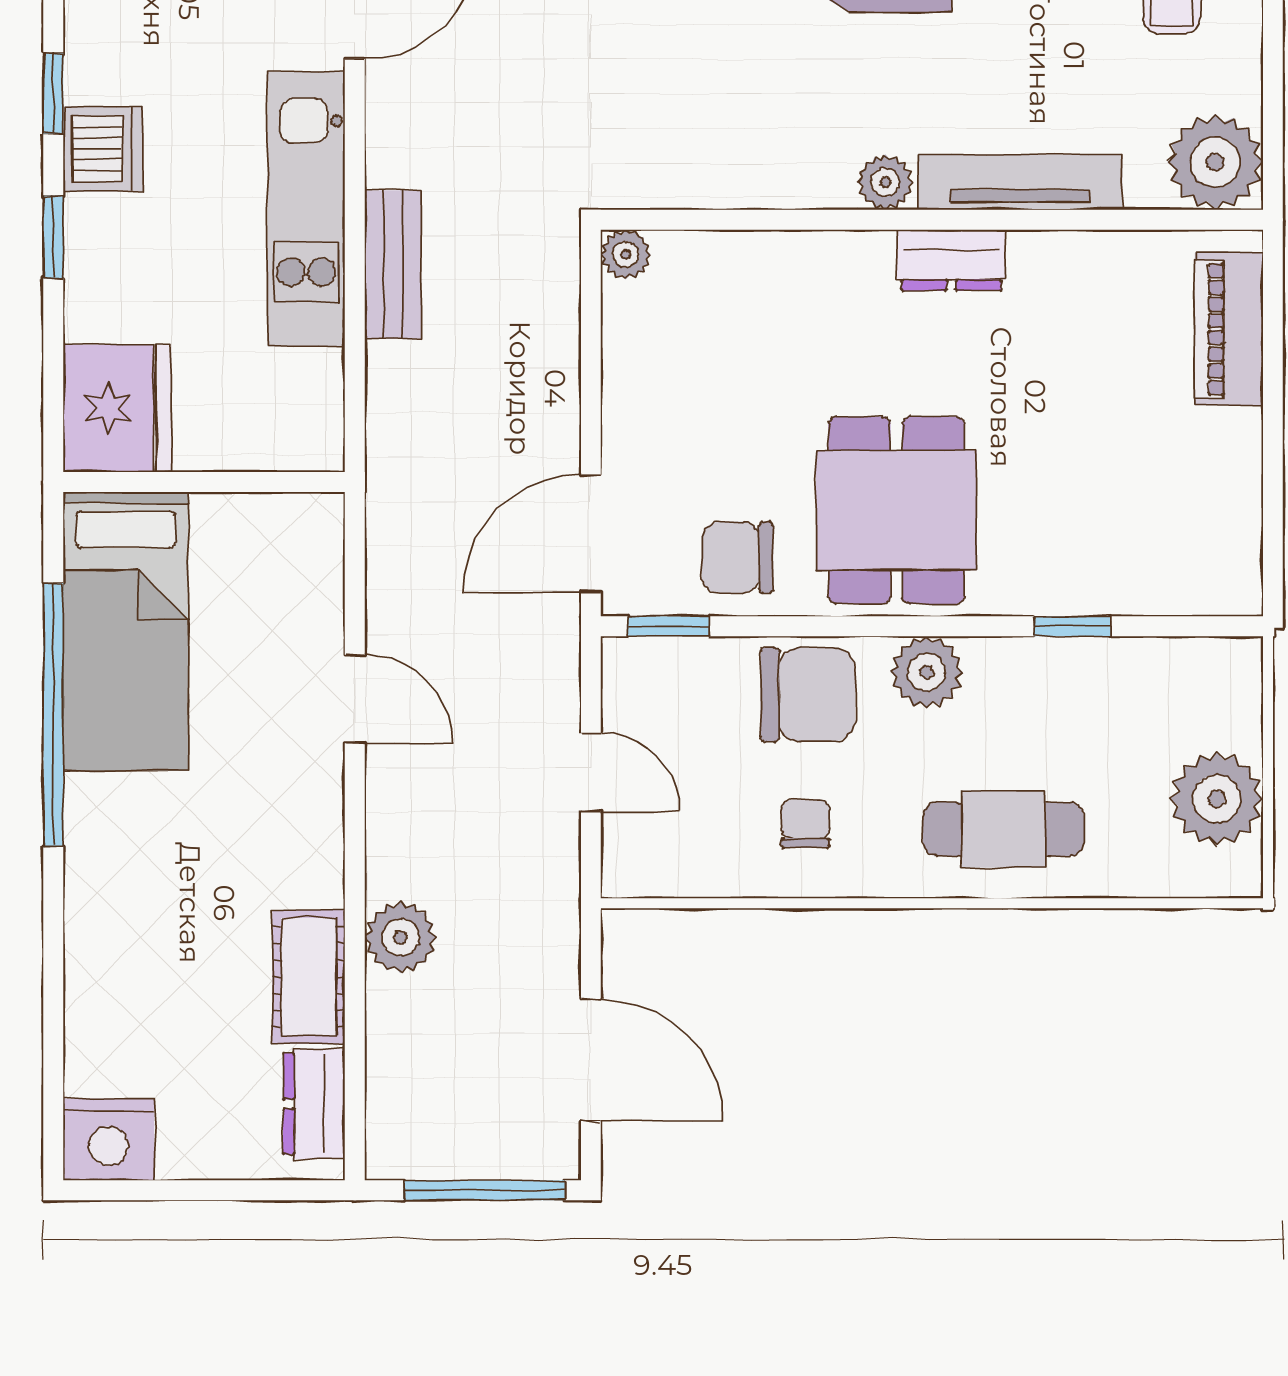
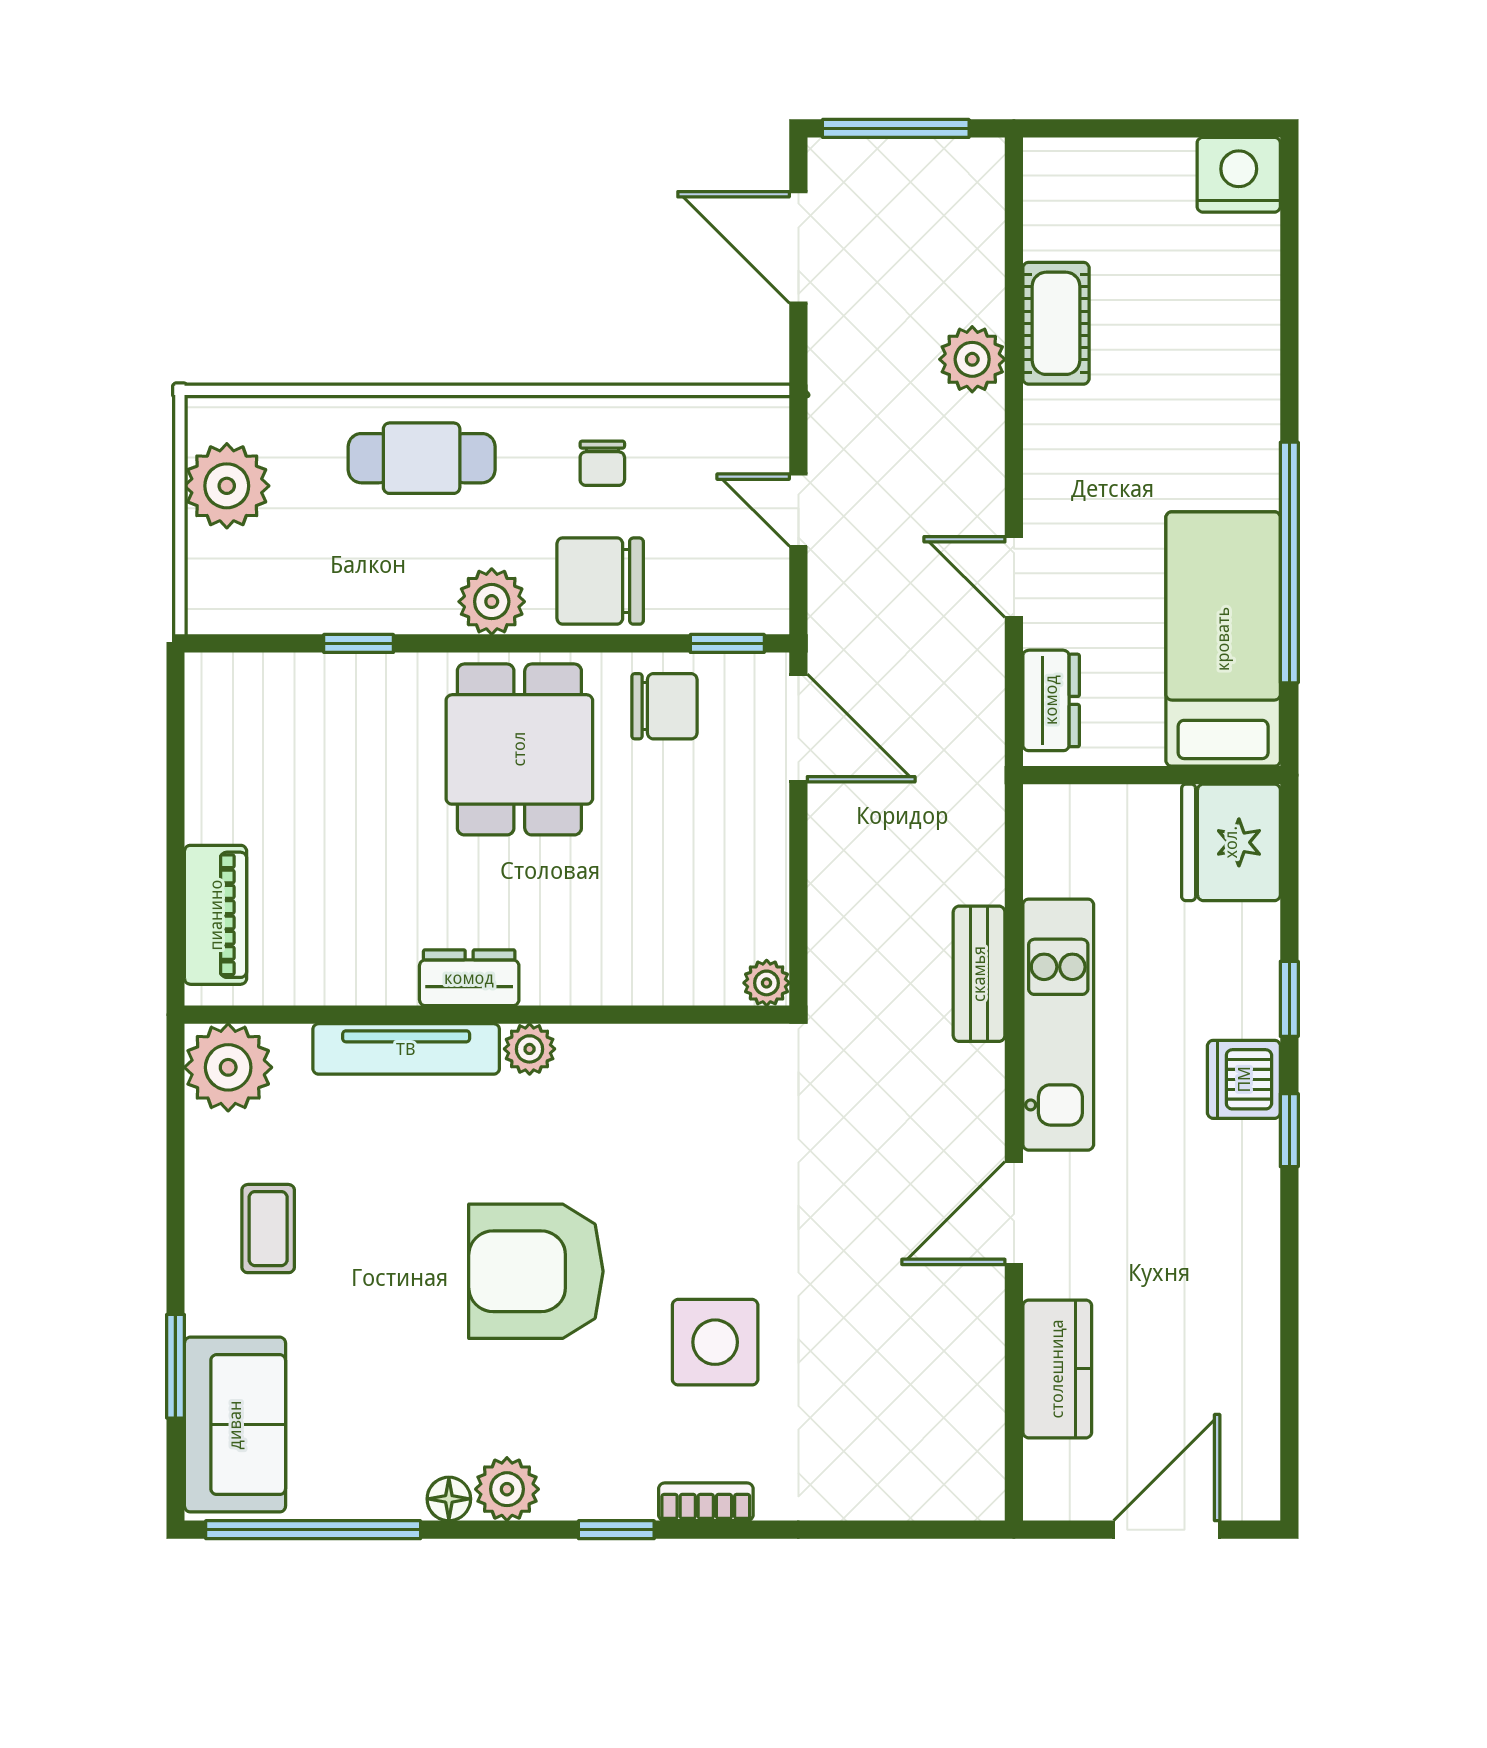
door: (591, 534) -> (798, 728), hinge flipped
dresser: (314, 1104) -> (1051, 700), moved

